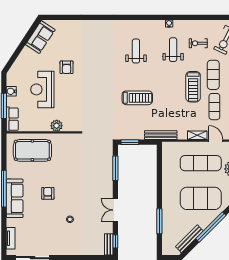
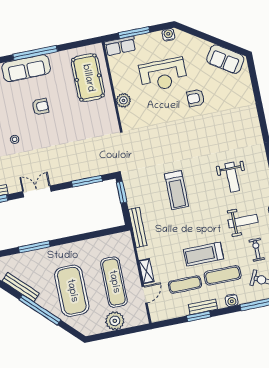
weight bench: (136, 51) -> (232, 177), turned 90
reception desk: (42, 89) -> (163, 75), turned 180
water cooler: (11, 91) -> (168, 35), moved

